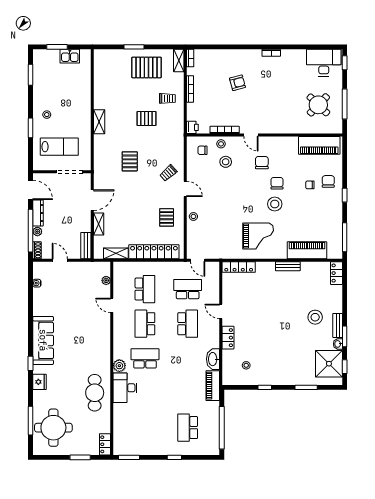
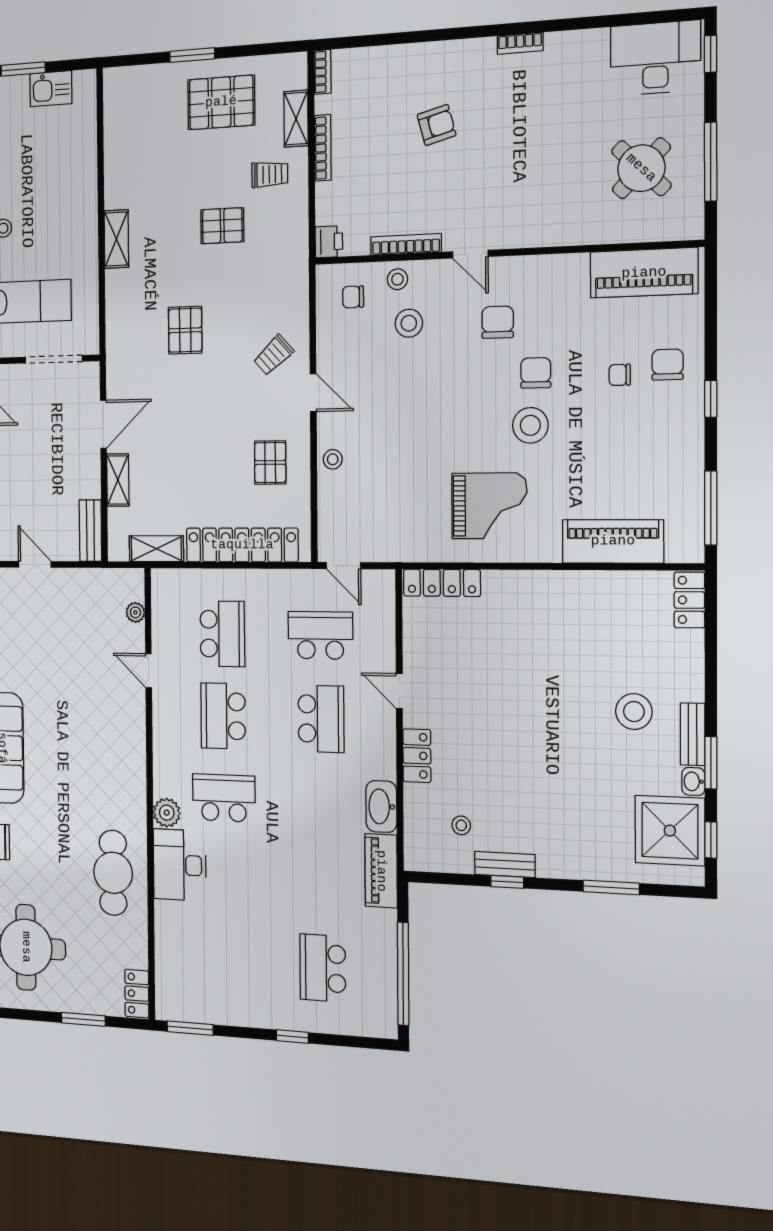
shelving: (179, 61) -> (296, 119), moved
bench: (288, 266) -> (505, 865), moved

